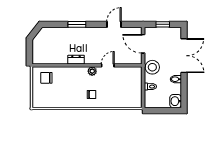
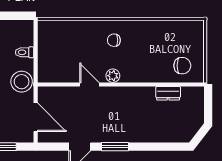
window: (77, 24) -> (115, 147), moved
dresser: (76, 60) -> (168, 93), moved
door: (108, 65) -> (89, 84), swing flipped

